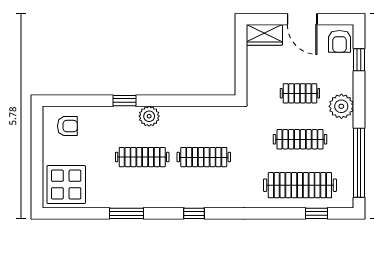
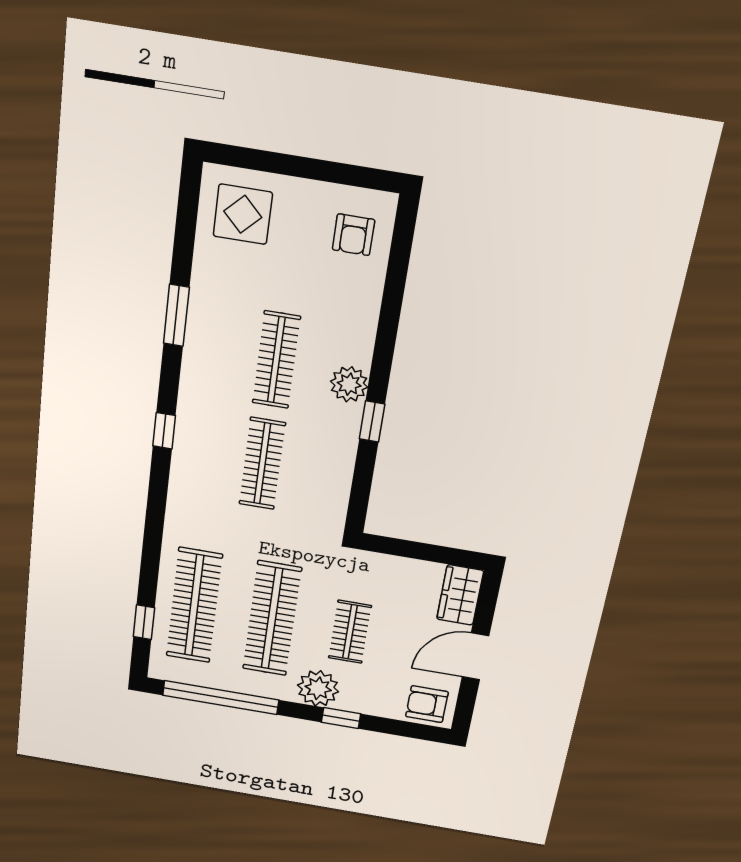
window: (359, 60) -> (341, 718), moved
window: (125, 101) -> (372, 421), moved
clothes rail: (300, 139) -> (272, 619), width x1.37, depth x1.31
display table: (66, 185) -> (243, 214), width x0.73, depth x0.73

